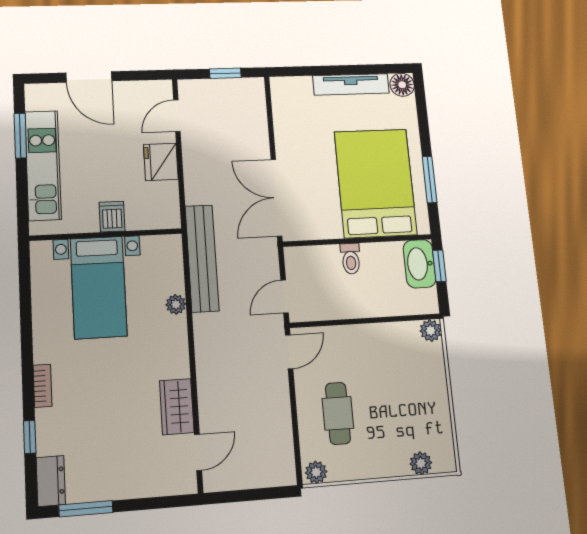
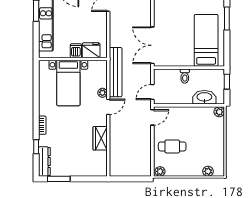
fridge: (161, 162) -> (91, 50), moved, turned 90
window: (430, 179) -> (227, 19), moved
bed: (375, 183) -> (206, 40), width x0.67
washbasin: (420, 264) -> (204, 97), moved, turned 90
cafe table: (338, 413) -> (172, 146), turned 90
door: (198, 452) -> (108, 107), moved
dresser: (51, 481) -> (44, 162), width x1.44

